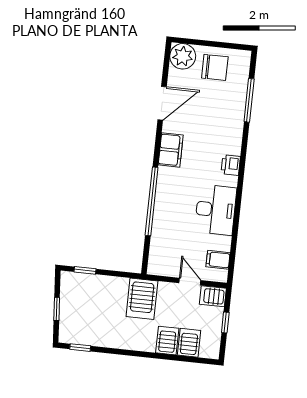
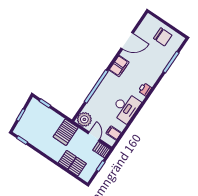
plant: (183, 56) -> (84, 119), moved

